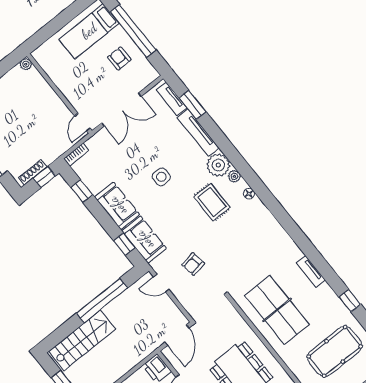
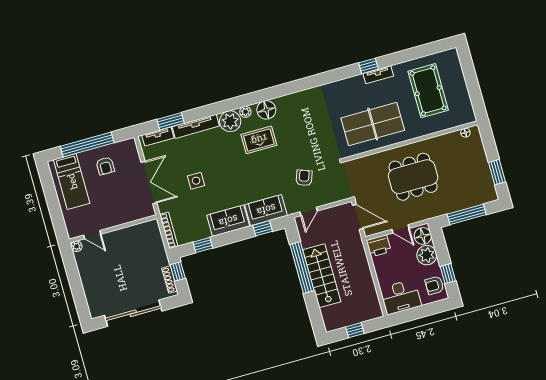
armchair: (119, 58) -> (105, 166), turned -90
door: (82, 122) -> (92, 235), moved
bookcase: (76, 155) -> (169, 230), width x1.56
side table: (161, 177) -> (196, 181), moved
floor lamp: (249, 194) -> (266, 110), width x1.89, depth x1.89
armchair: (193, 264) -> (304, 178), turned -151
tv unit: (311, 271) -> (378, 75), moved
window: (350, 301) -> (369, 66), moved
stairs: (82, 340) -> (322, 276), moved

